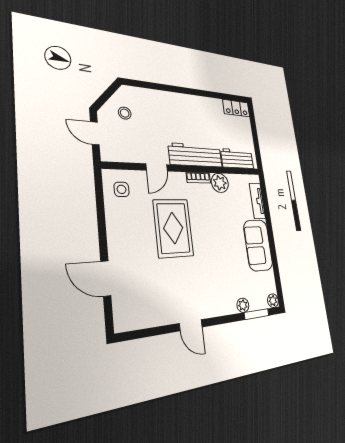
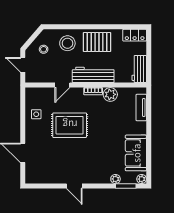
stool: (157, 108) -> (67, 43), added
pallet: (195, 111) -> (97, 42), added
workbench: (237, 159) -> (139, 69), moved, turned -90
side table: (122, 189) -> (36, 114), moved
rug: (173, 228) -> (70, 125), turned 90
sofa: (258, 245) -> (136, 153), moved

